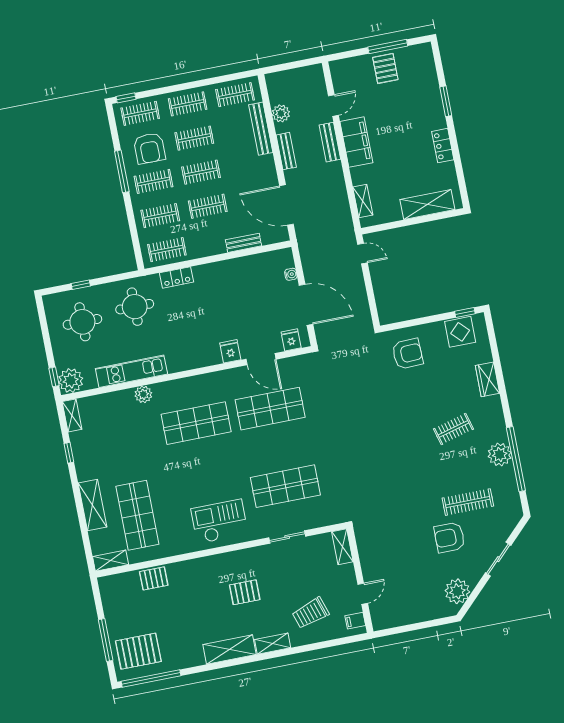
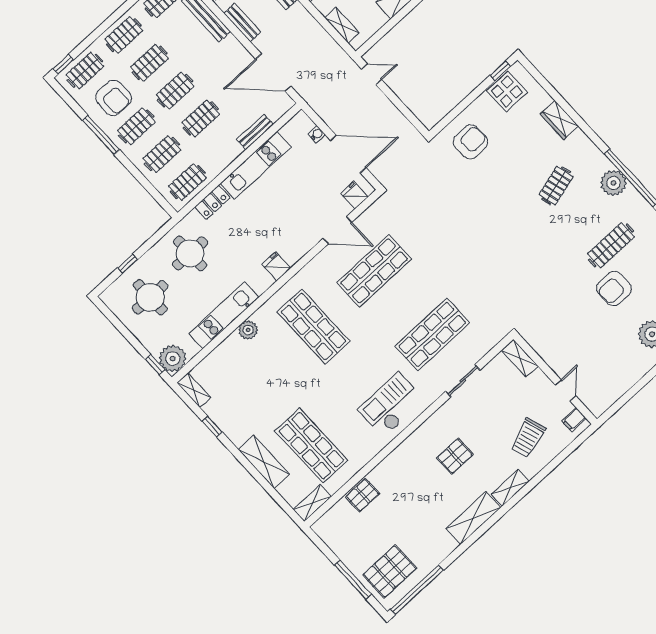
kitchen unit: (228, 269) -> (256, 165), added
fridge: (230, 351) -> (276, 266), moved
shop shelf: (196, 423) -> (313, 327), turned 90

